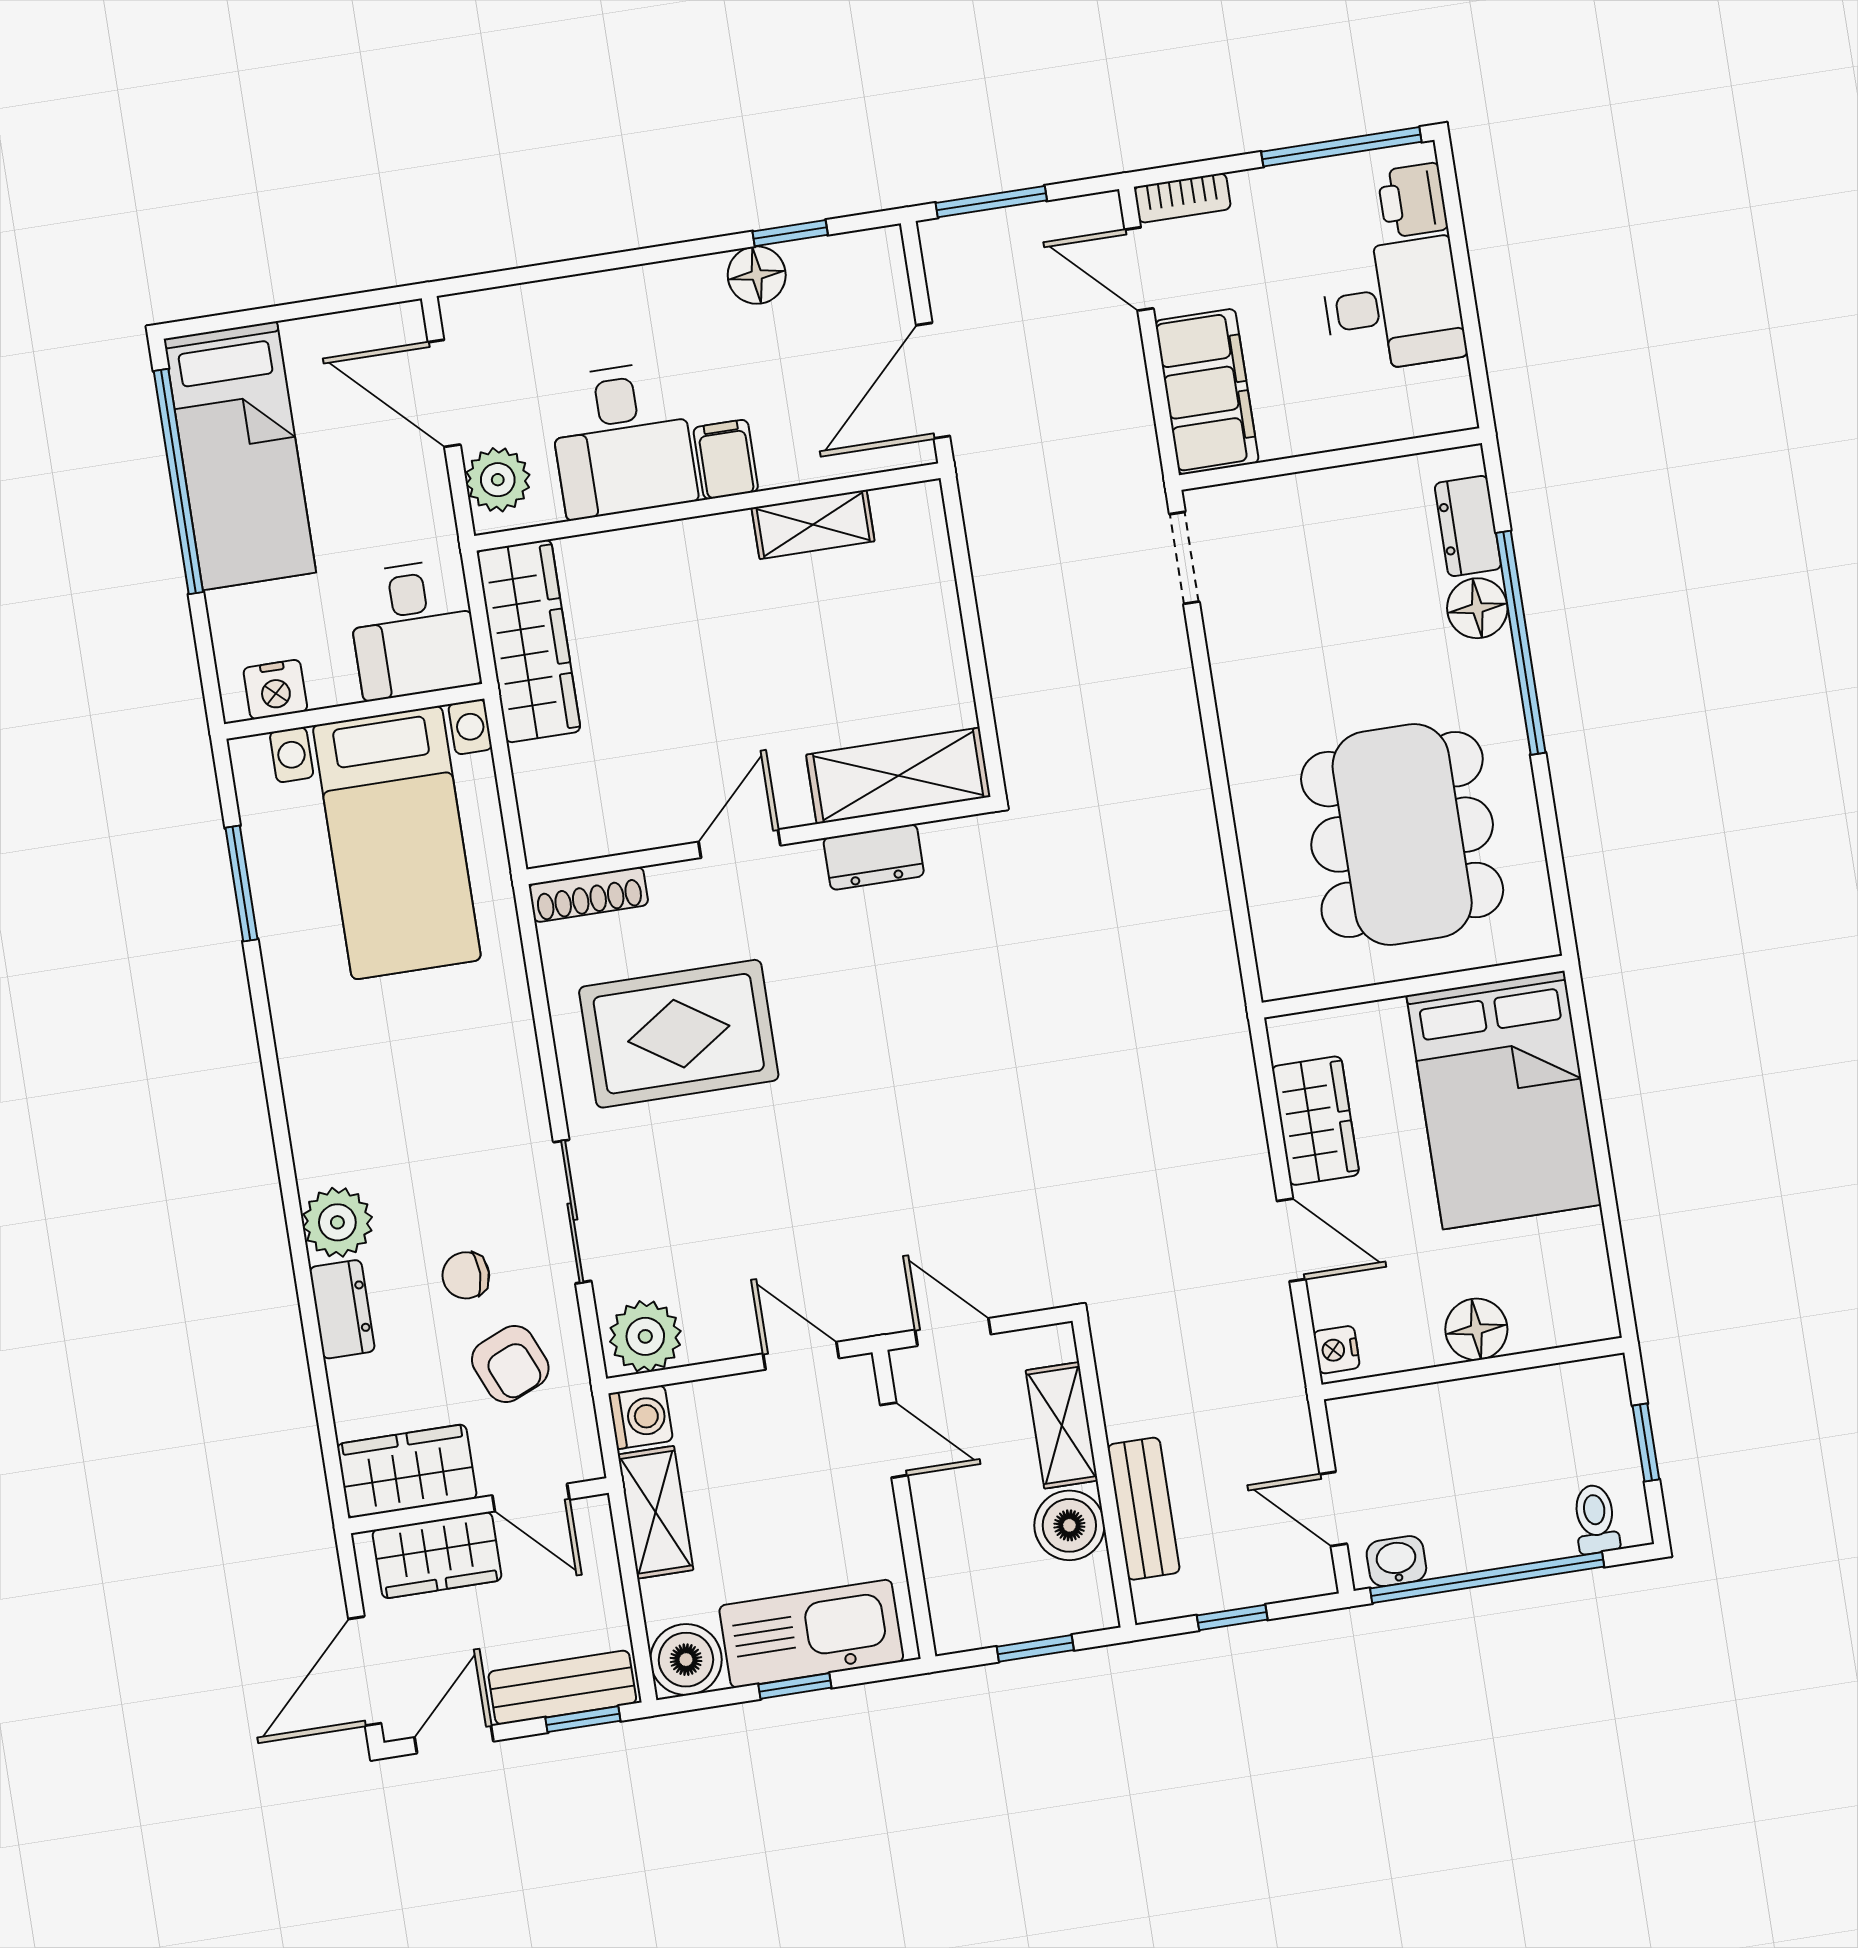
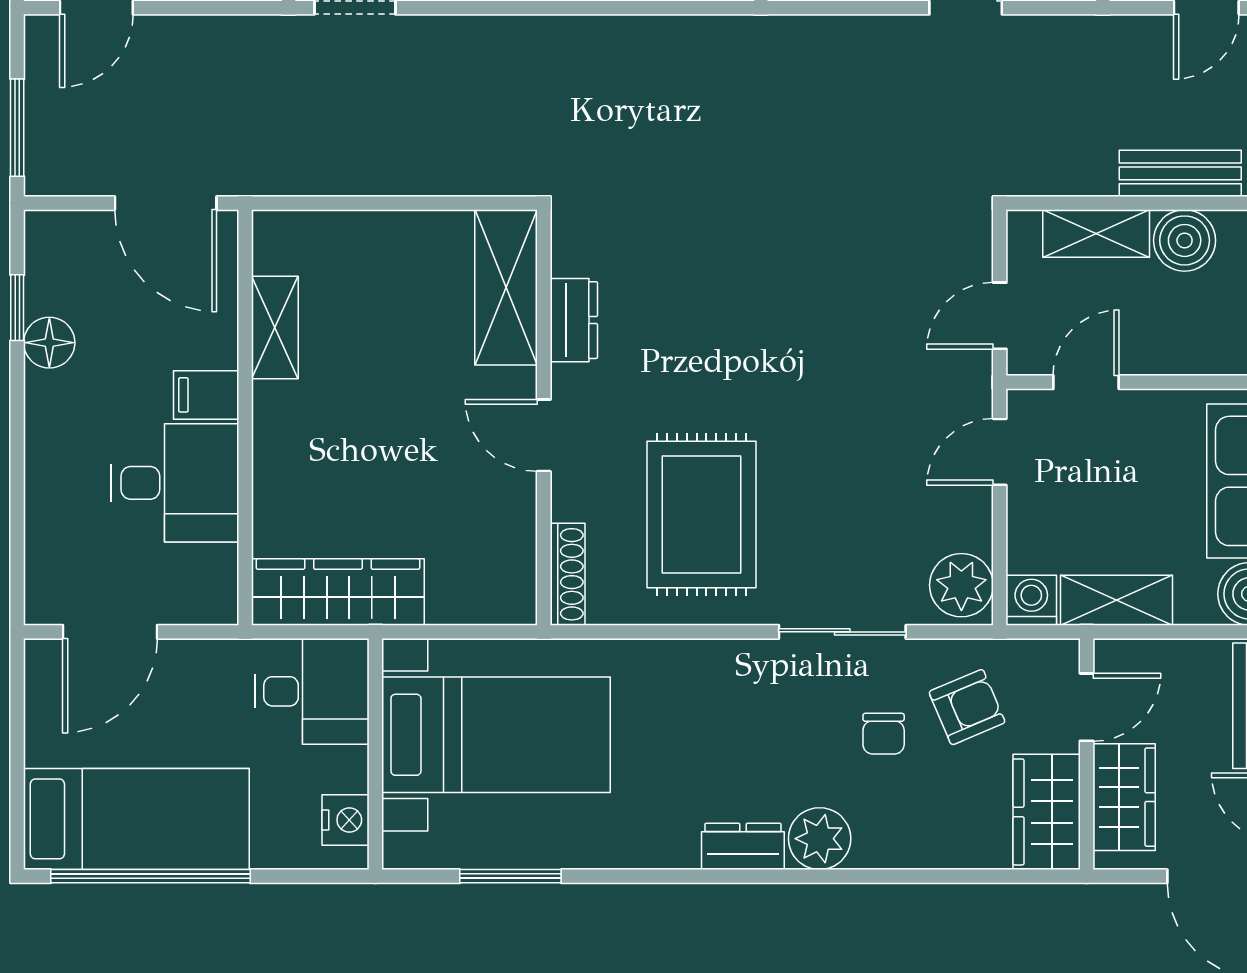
plant: (498, 480) -> (193, 597), removed
dresser: (342, 1309) -> (743, 846), moved

